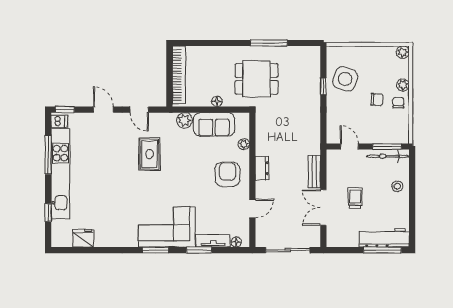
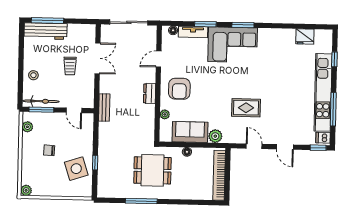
side table: (345, 79) -> (76, 169), turned -38
plant: (403, 85) -> (27, 127), moved
chair: (398, 103) -> (31, 147), removed
rug: (150, 154) -> (246, 108), turned 90
bench: (314, 172) -> (104, 108), moved

